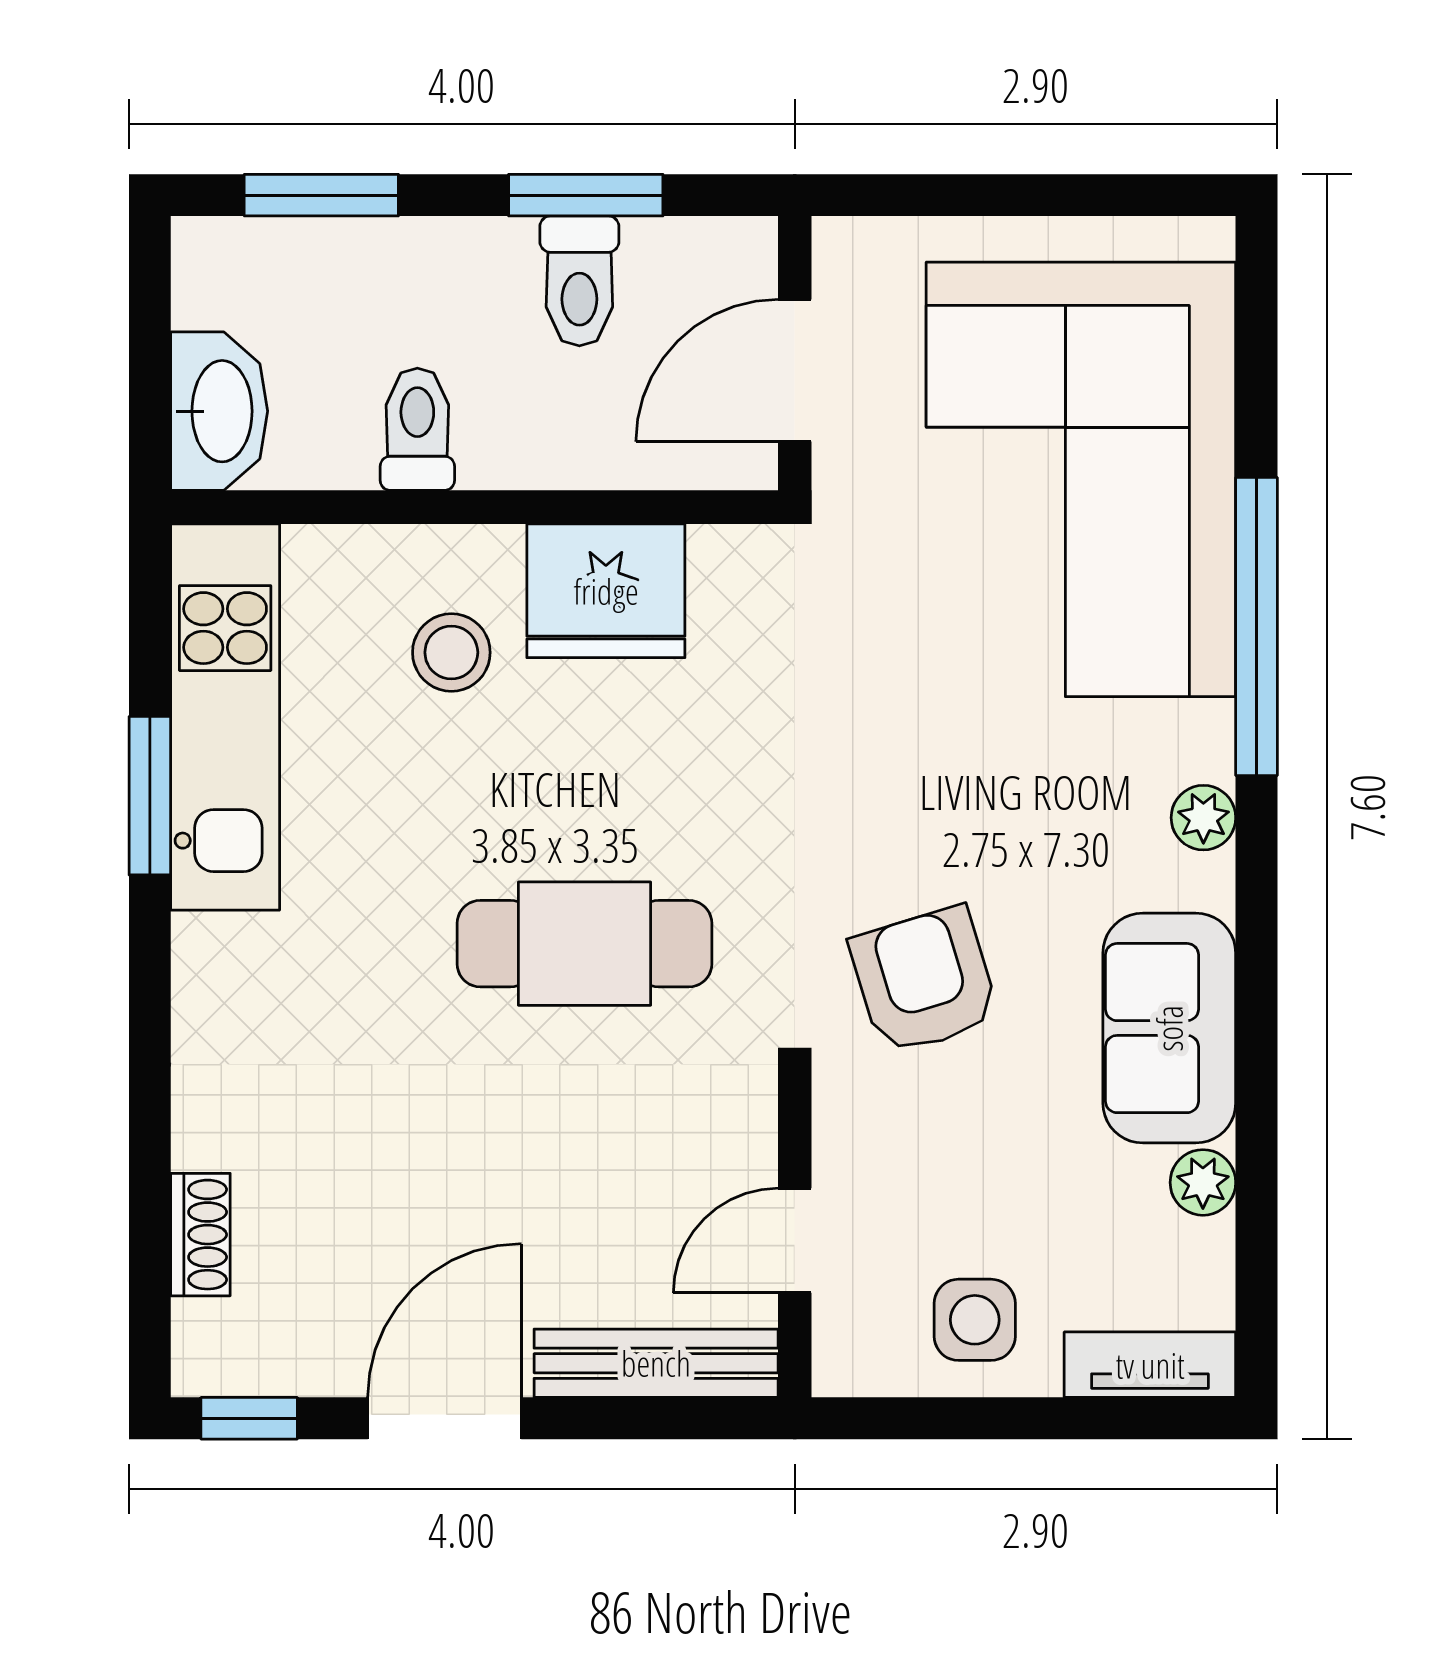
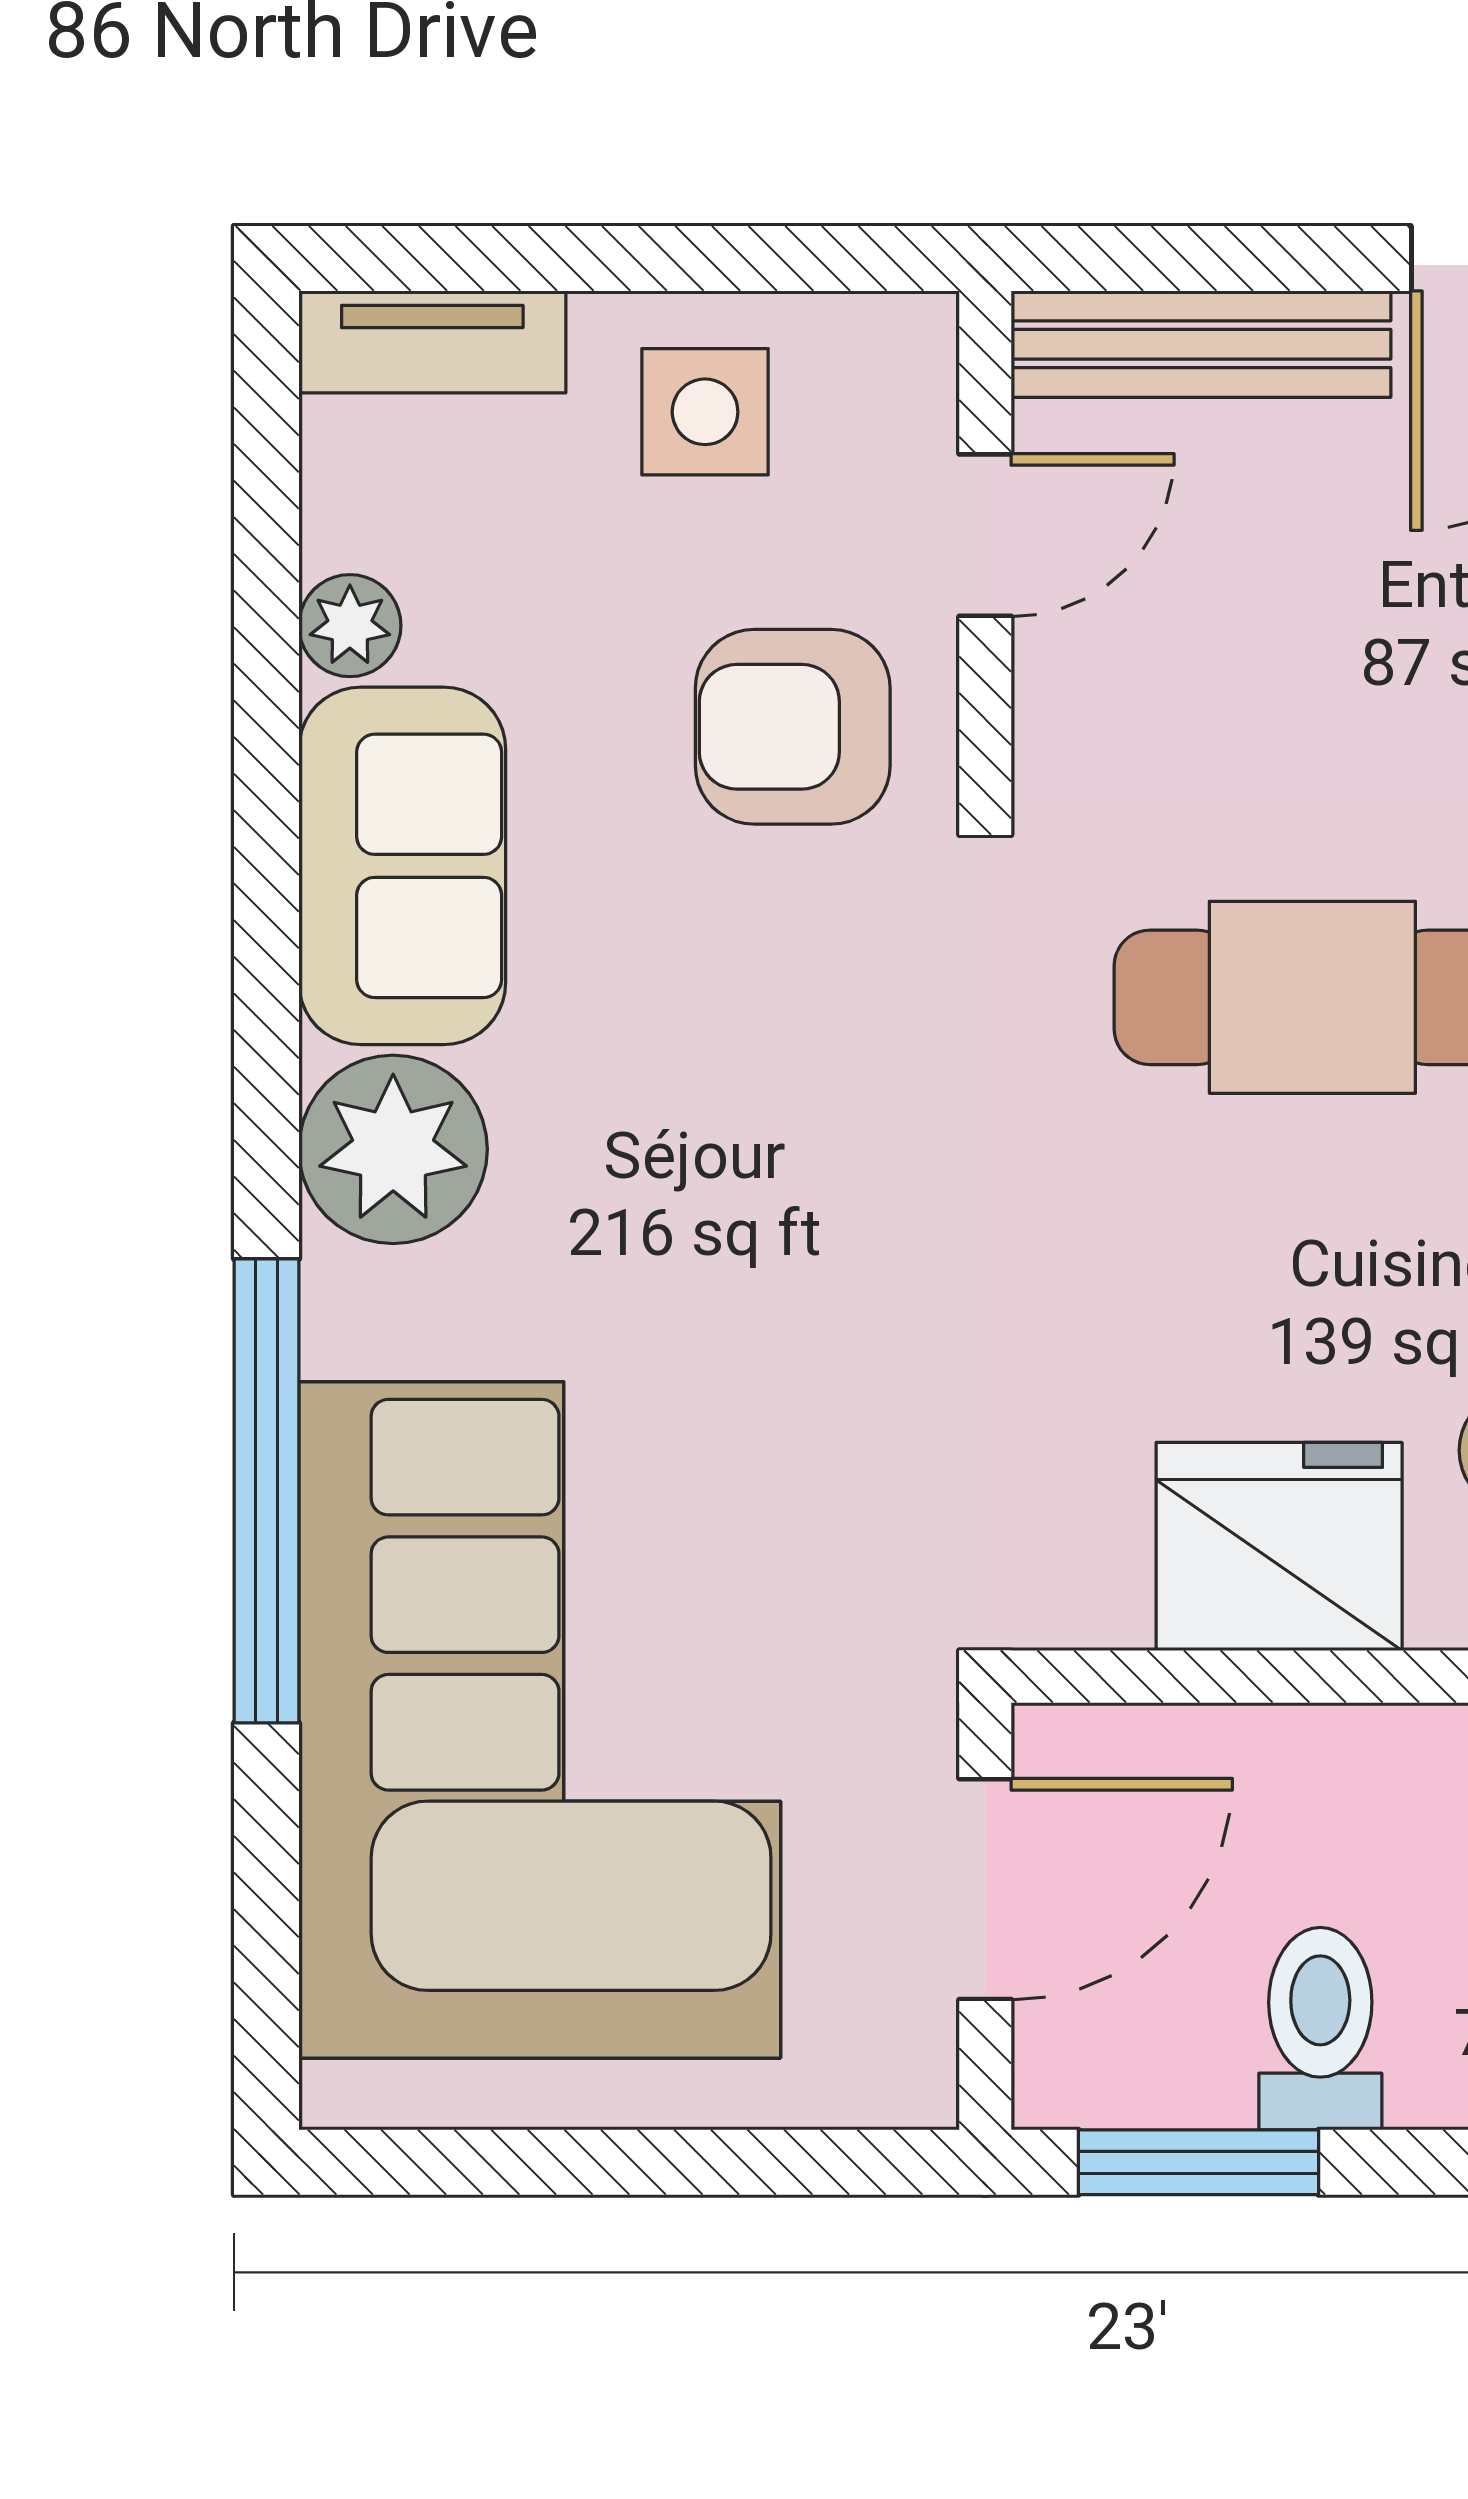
window: (586, 195) -> (1199, 2162), moved
plant: (1203, 818) -> (393, 1149), width x1.88, depth x1.88
armchair: (924, 981) -> (793, 727), moved, turned 107

